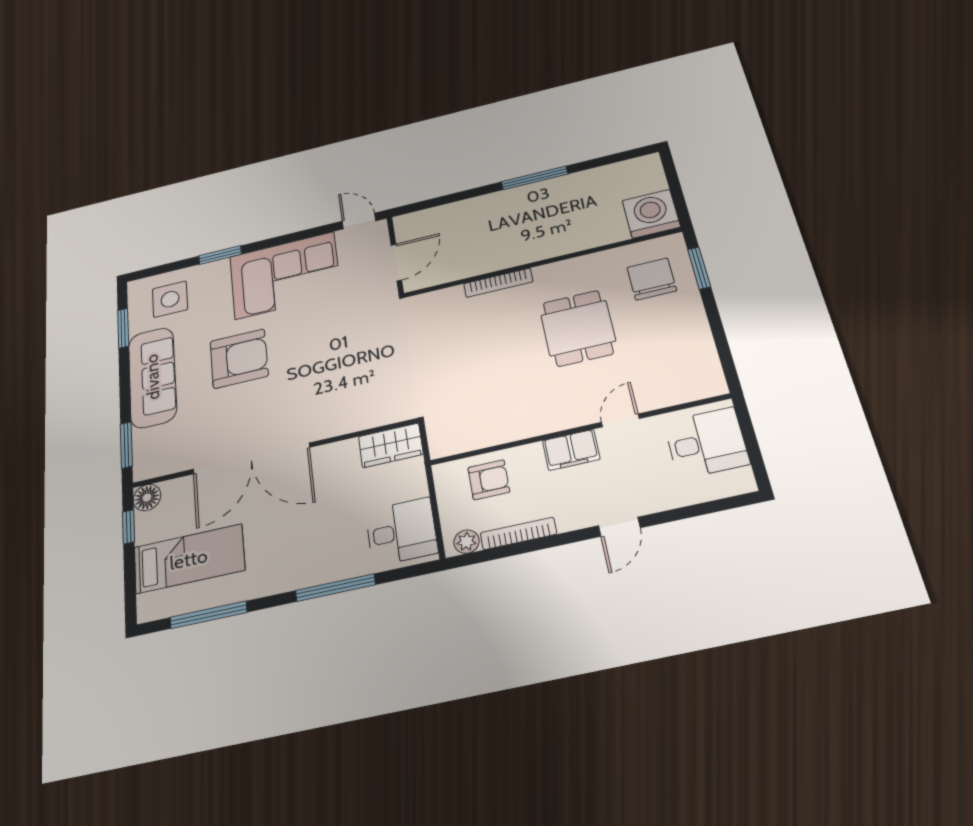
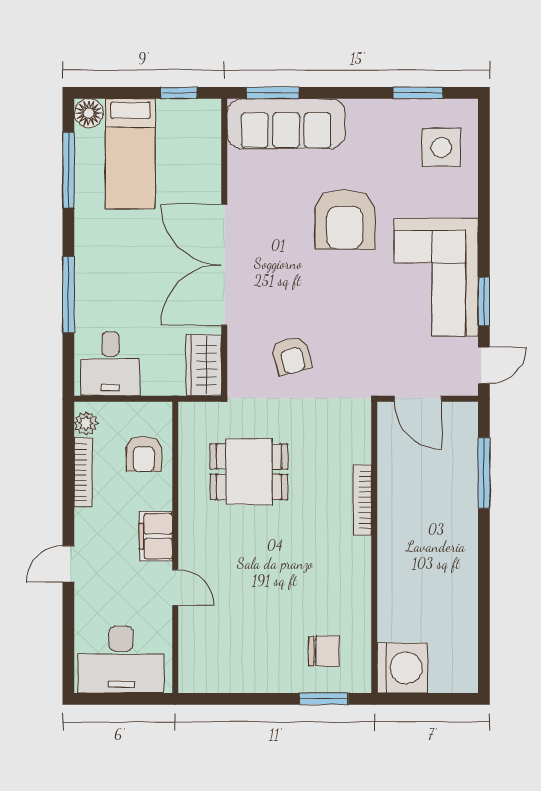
window: (534, 178) -> (484, 473), moved
window: (220, 255) -> (484, 302), moved
chair: (652, 279) -> (324, 651), width x0.73, depth x0.73
dining table: (578, 328) -> (249, 472), moved
armchair: (371, 372) -> (292, 356), added
sofa: (152, 377) -> (286, 124), moved
desk: (706, 443) -> (121, 659), width x1.37
double door: (251, 458) -> (224, 265), moved
floor lamp: (147, 498) -> (89, 113), moved
door: (619, 527) -> (68, 564), hinge flipped

